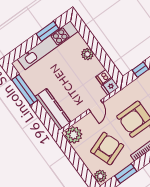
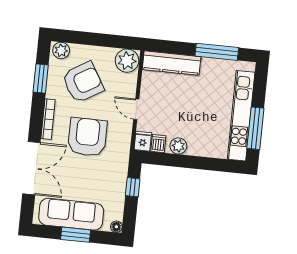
window: (48, 31) -> (255, 128), width x1.44
plant: (87, 54) -> (178, 146), moved
armchair: (107, 149) -> (83, 82), turned -101

